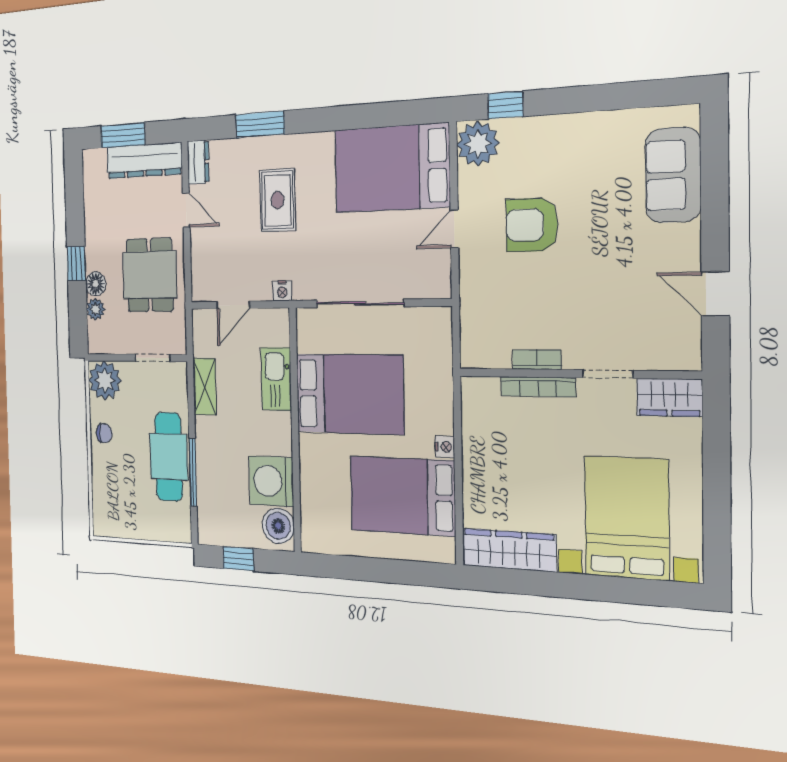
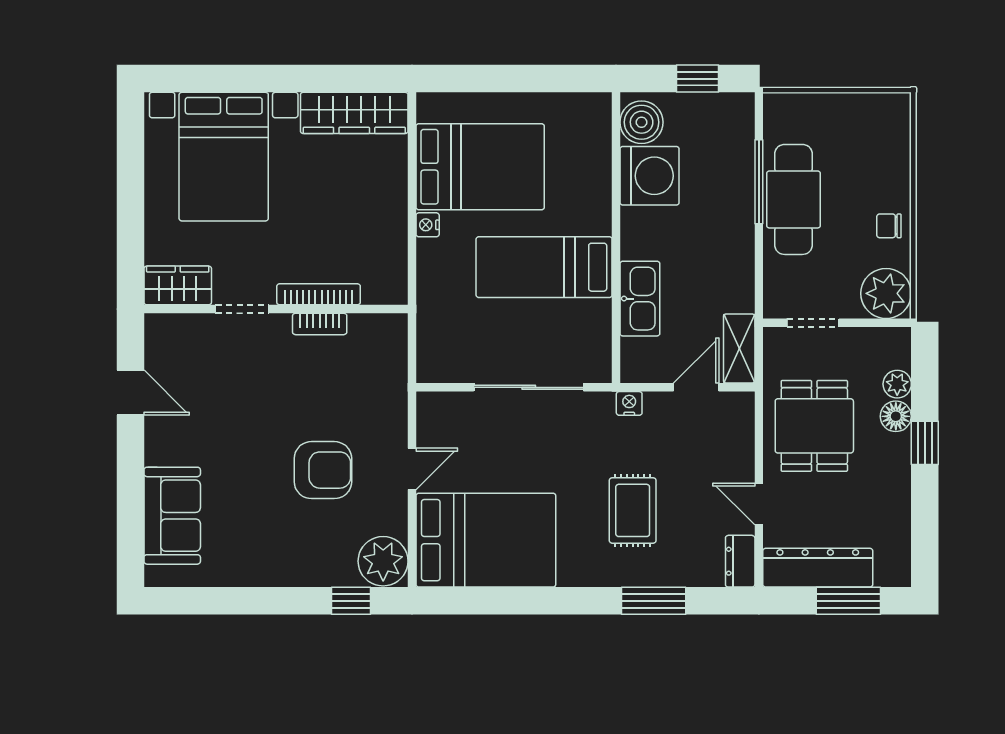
shelving: (204, 387) -> (739, 349), moved
bed: (350, 394) -> (544, 267), width x0.67

